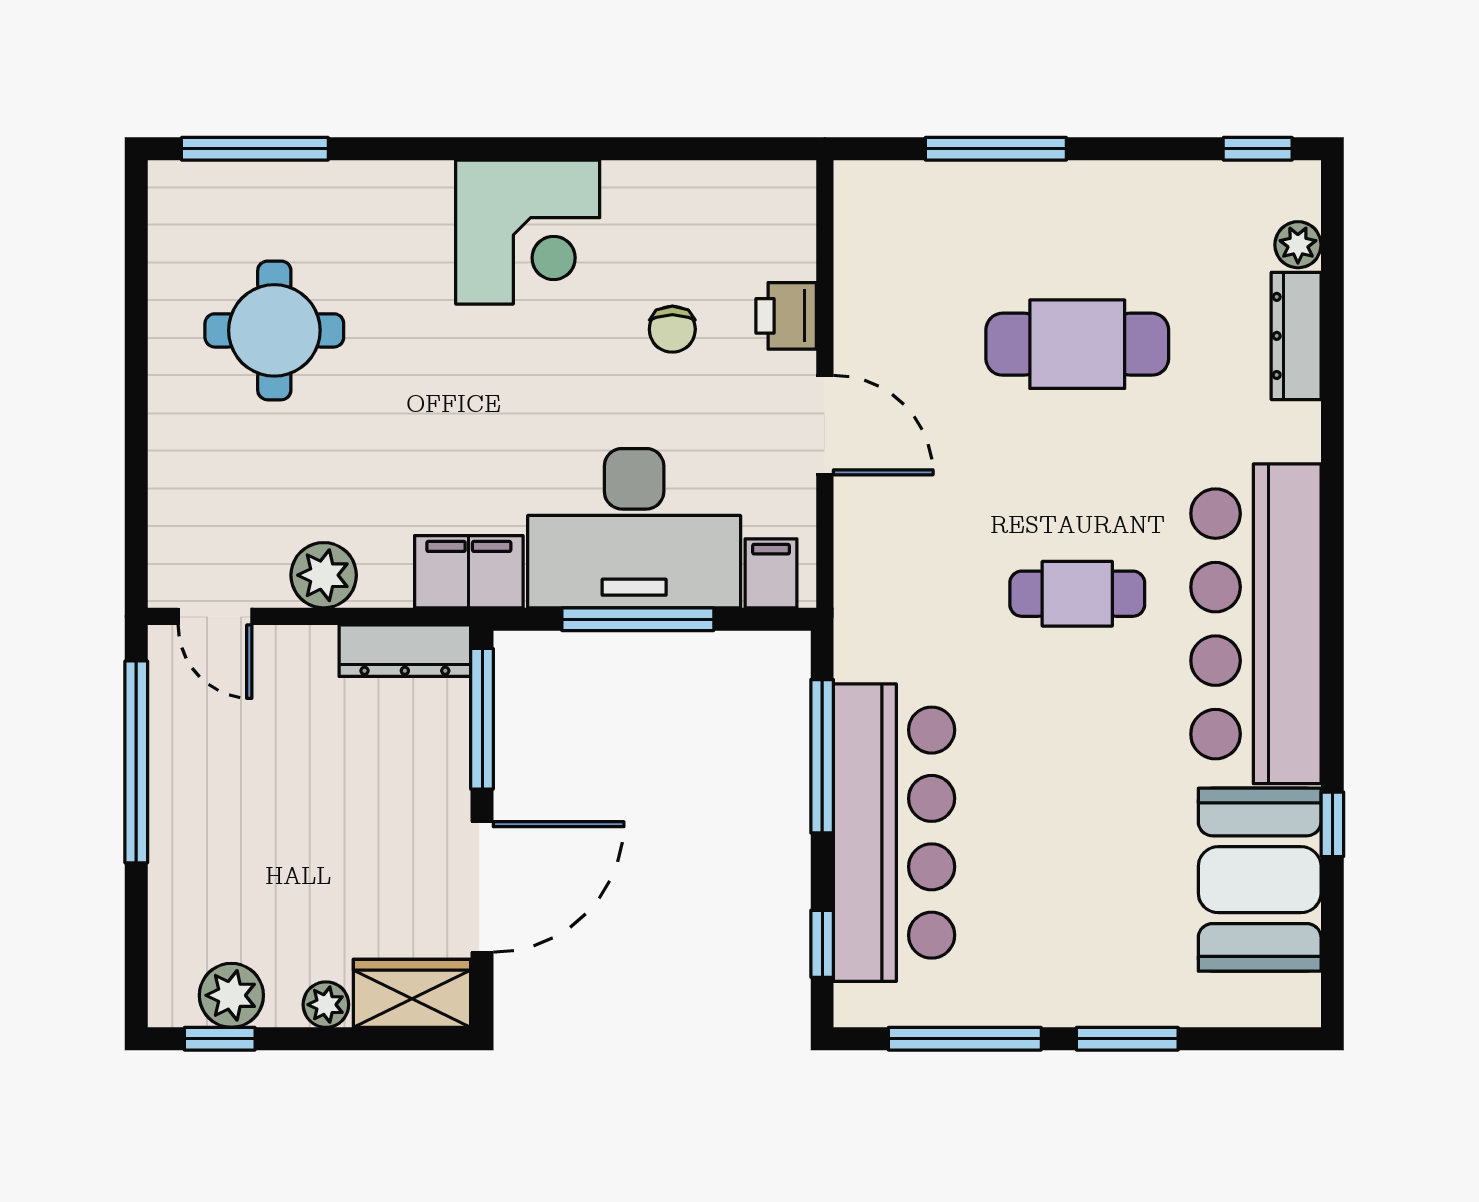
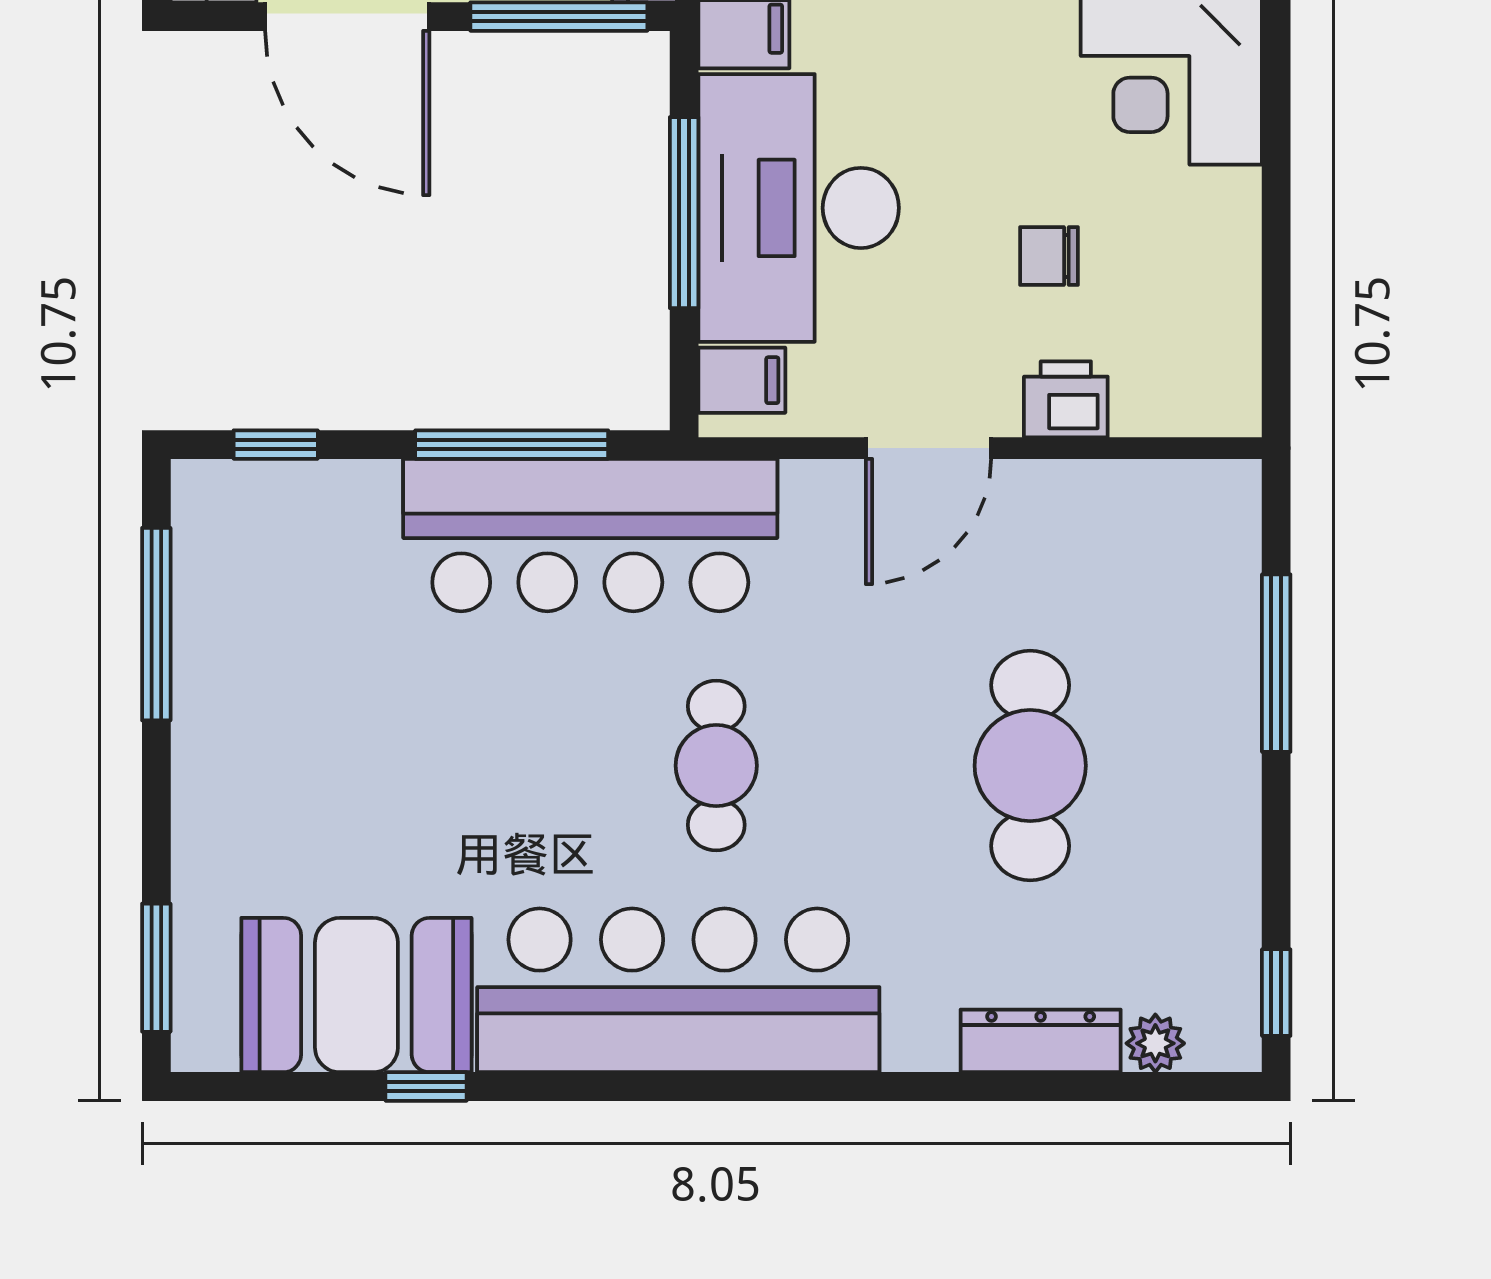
bar counter: (894, 833) -> (590, 535), moved
window: (1127, 1039) -> (156, 968), moved

